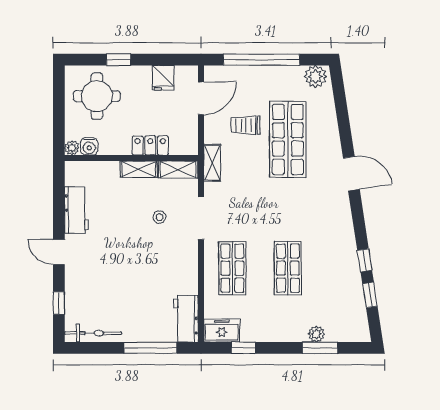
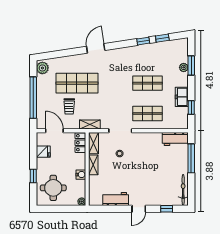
water cooler: (89, 146) -> (81, 175), moved
locker: (150, 146) -> (80, 143), moved
freezer: (222, 331) -> (182, 97), moved

